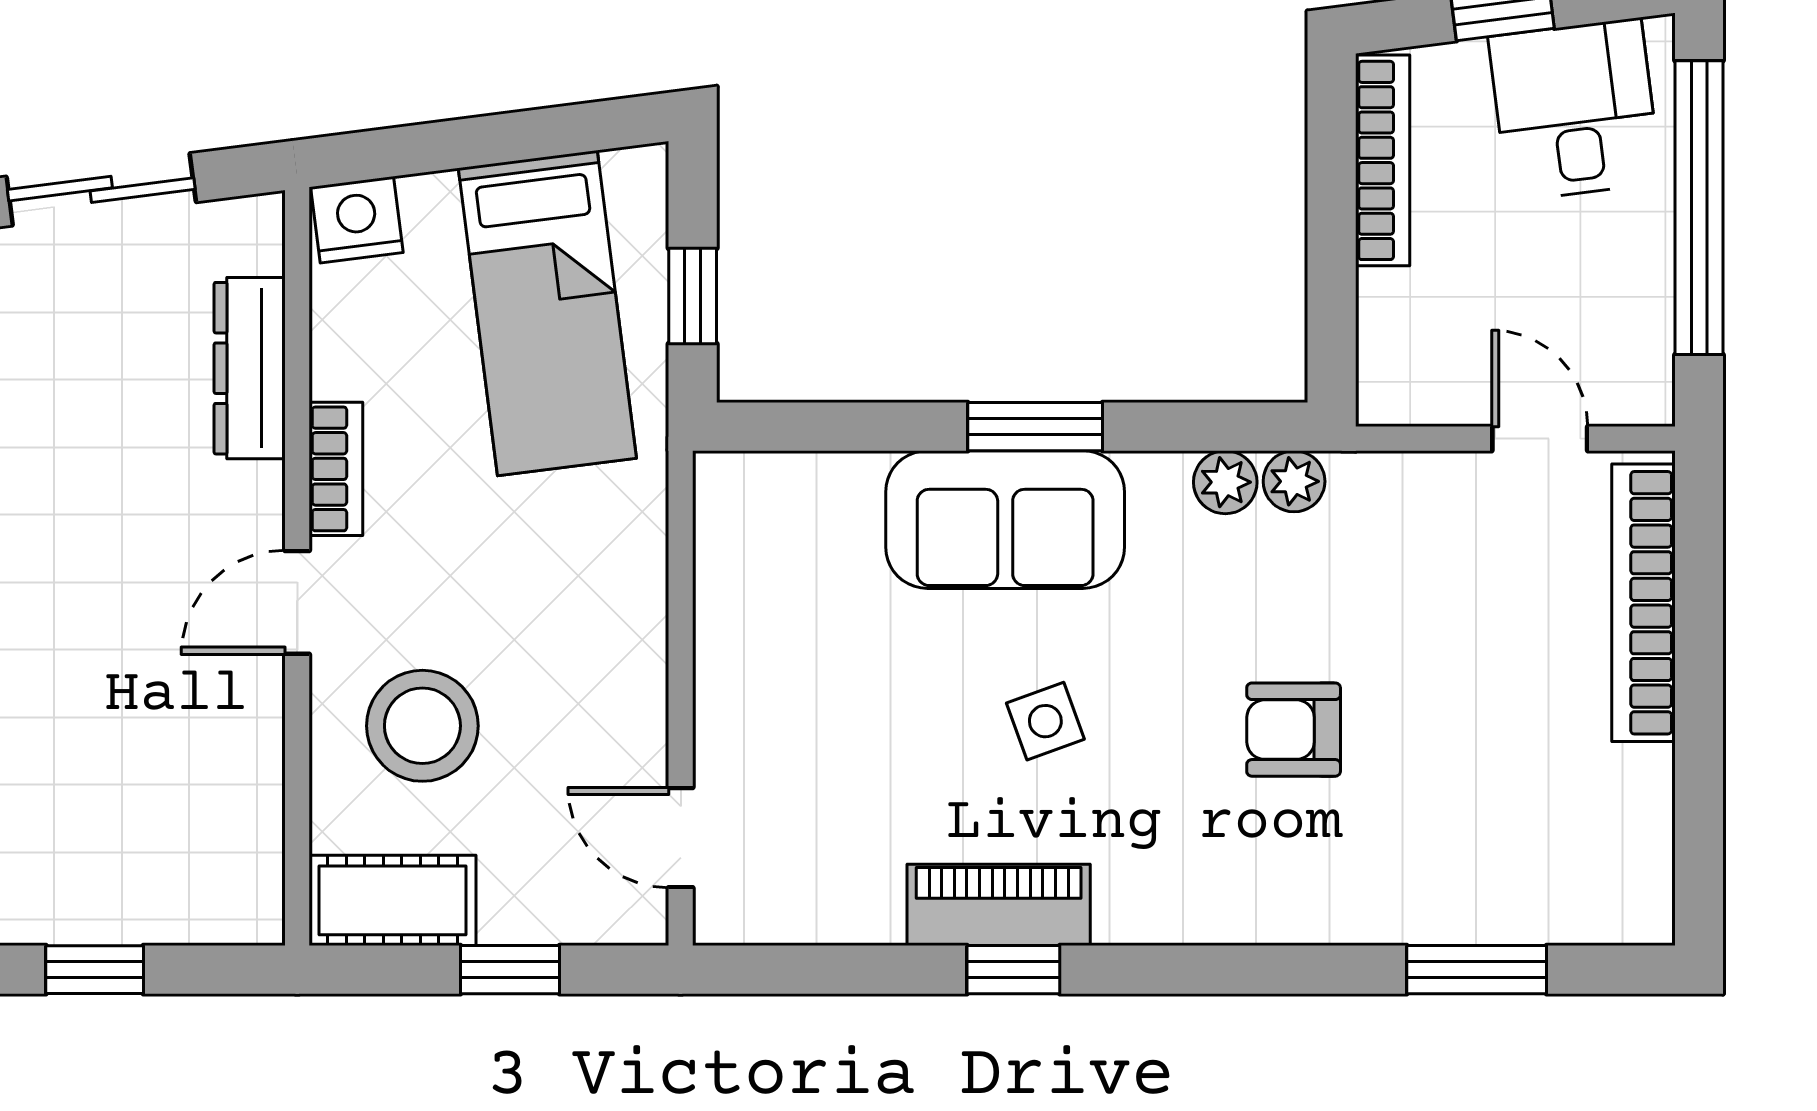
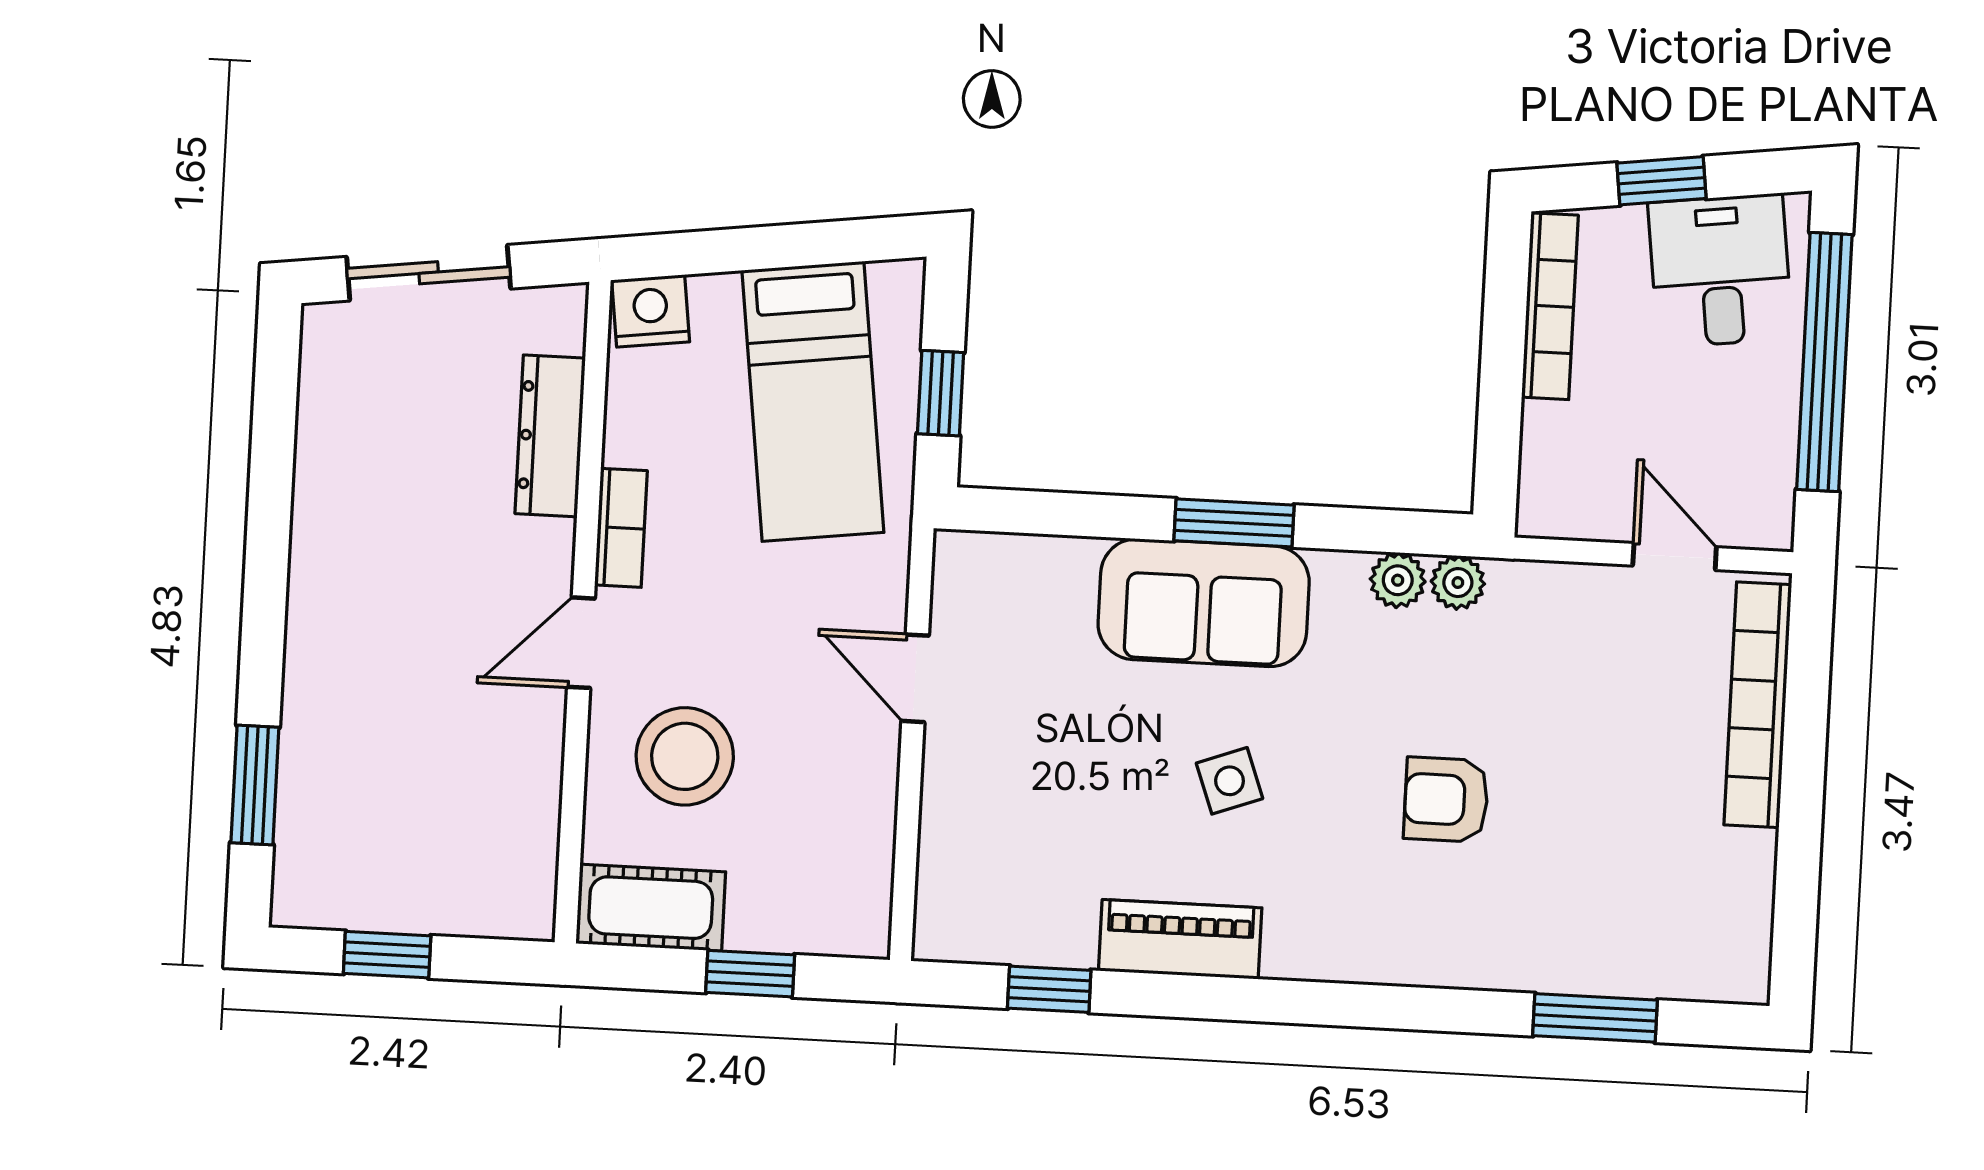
door: (681, 838) -> (915, 678), moved
window: (1013, 970) -> (1049, 989), moved

